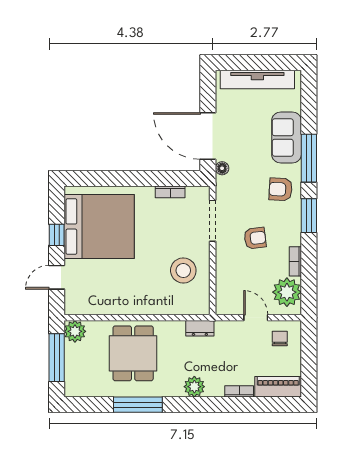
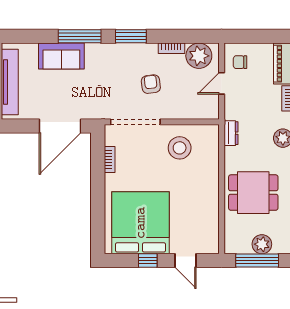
floor lamp: (222, 168) -> (89, 113), removed
armchair: (281, 189) -> (107, 61), removed
doorway: (213, 221) -> (135, 122), width x1.36
plant: (75, 331) -> (262, 244), moved

